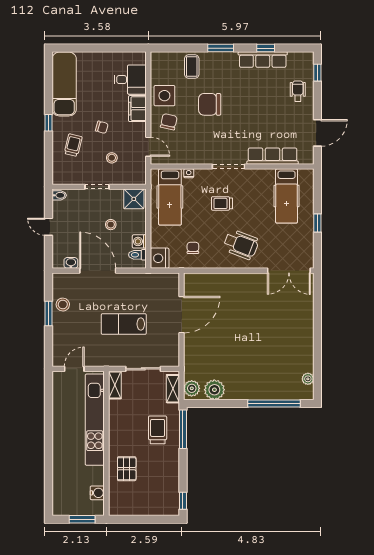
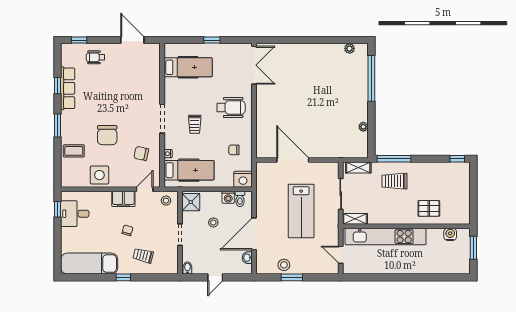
window: (126, 48) -> (57, 209), added
desk: (130, 80) -> (75, 214), moved, turned -90
filing cabinet: (137, 109) -> (123, 199), moved
chair: (169, 122) -> (141, 153), moved
row of seats: (273, 156) -> (153, 80), removed
stool: (112, 158) -> (166, 201), moved
wheelchair: (241, 244) -> (231, 108), turned 69
lab bench: (124, 324) -> (301, 211), width x1.36, depth x1.39
plant: (192, 388) -> (358, 151), removed
plant: (214, 390) -> (363, 127), width x0.53, depth x0.53

